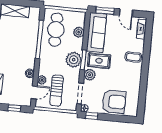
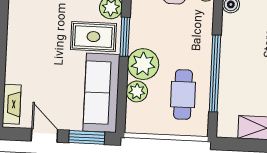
cafe table: (56, 30) -> (183, 94), width x0.73, depth x0.74
coffee table: (133, 57) -> (25, 47), removed
plant: (74, 60) -> (143, 64), moved

